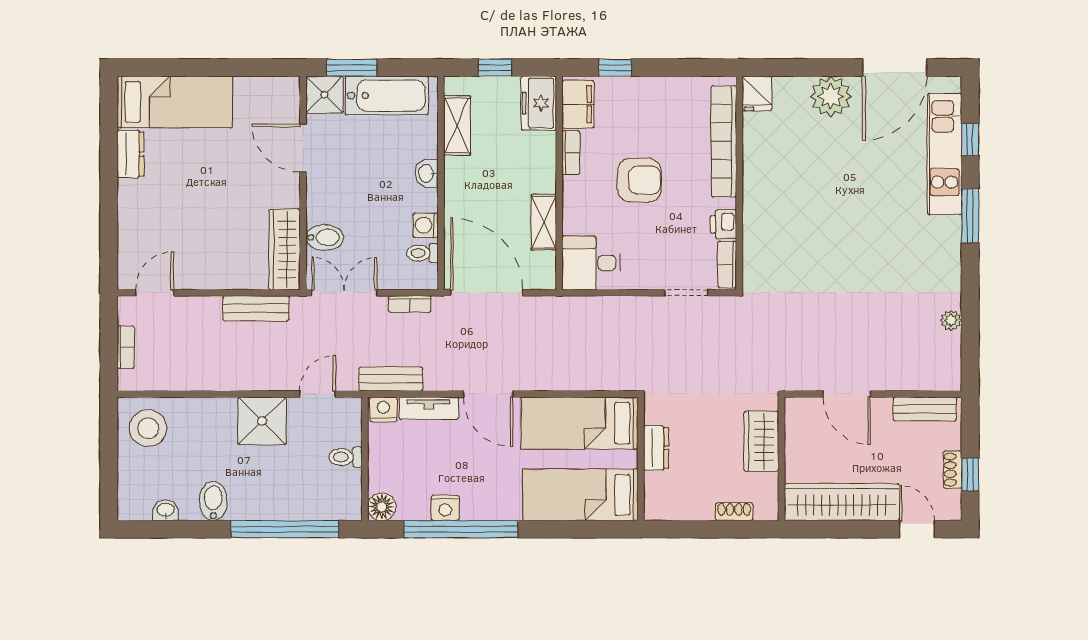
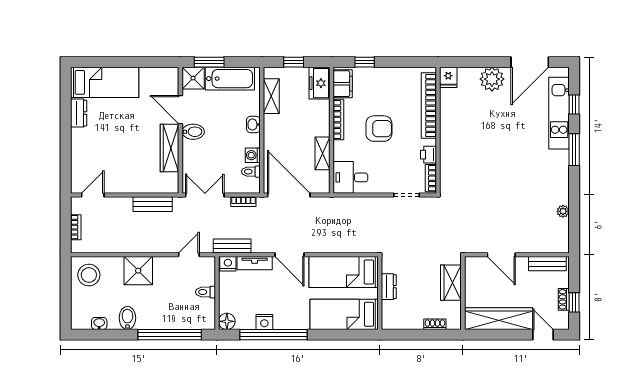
bookcase: (571, 153) -> (338, 120), width x1.56
bidet: (325, 237) -> (193, 132), moved
wardrobe: (285, 250) -> (169, 148), moved
shower: (262, 421) -> (138, 271), moved

